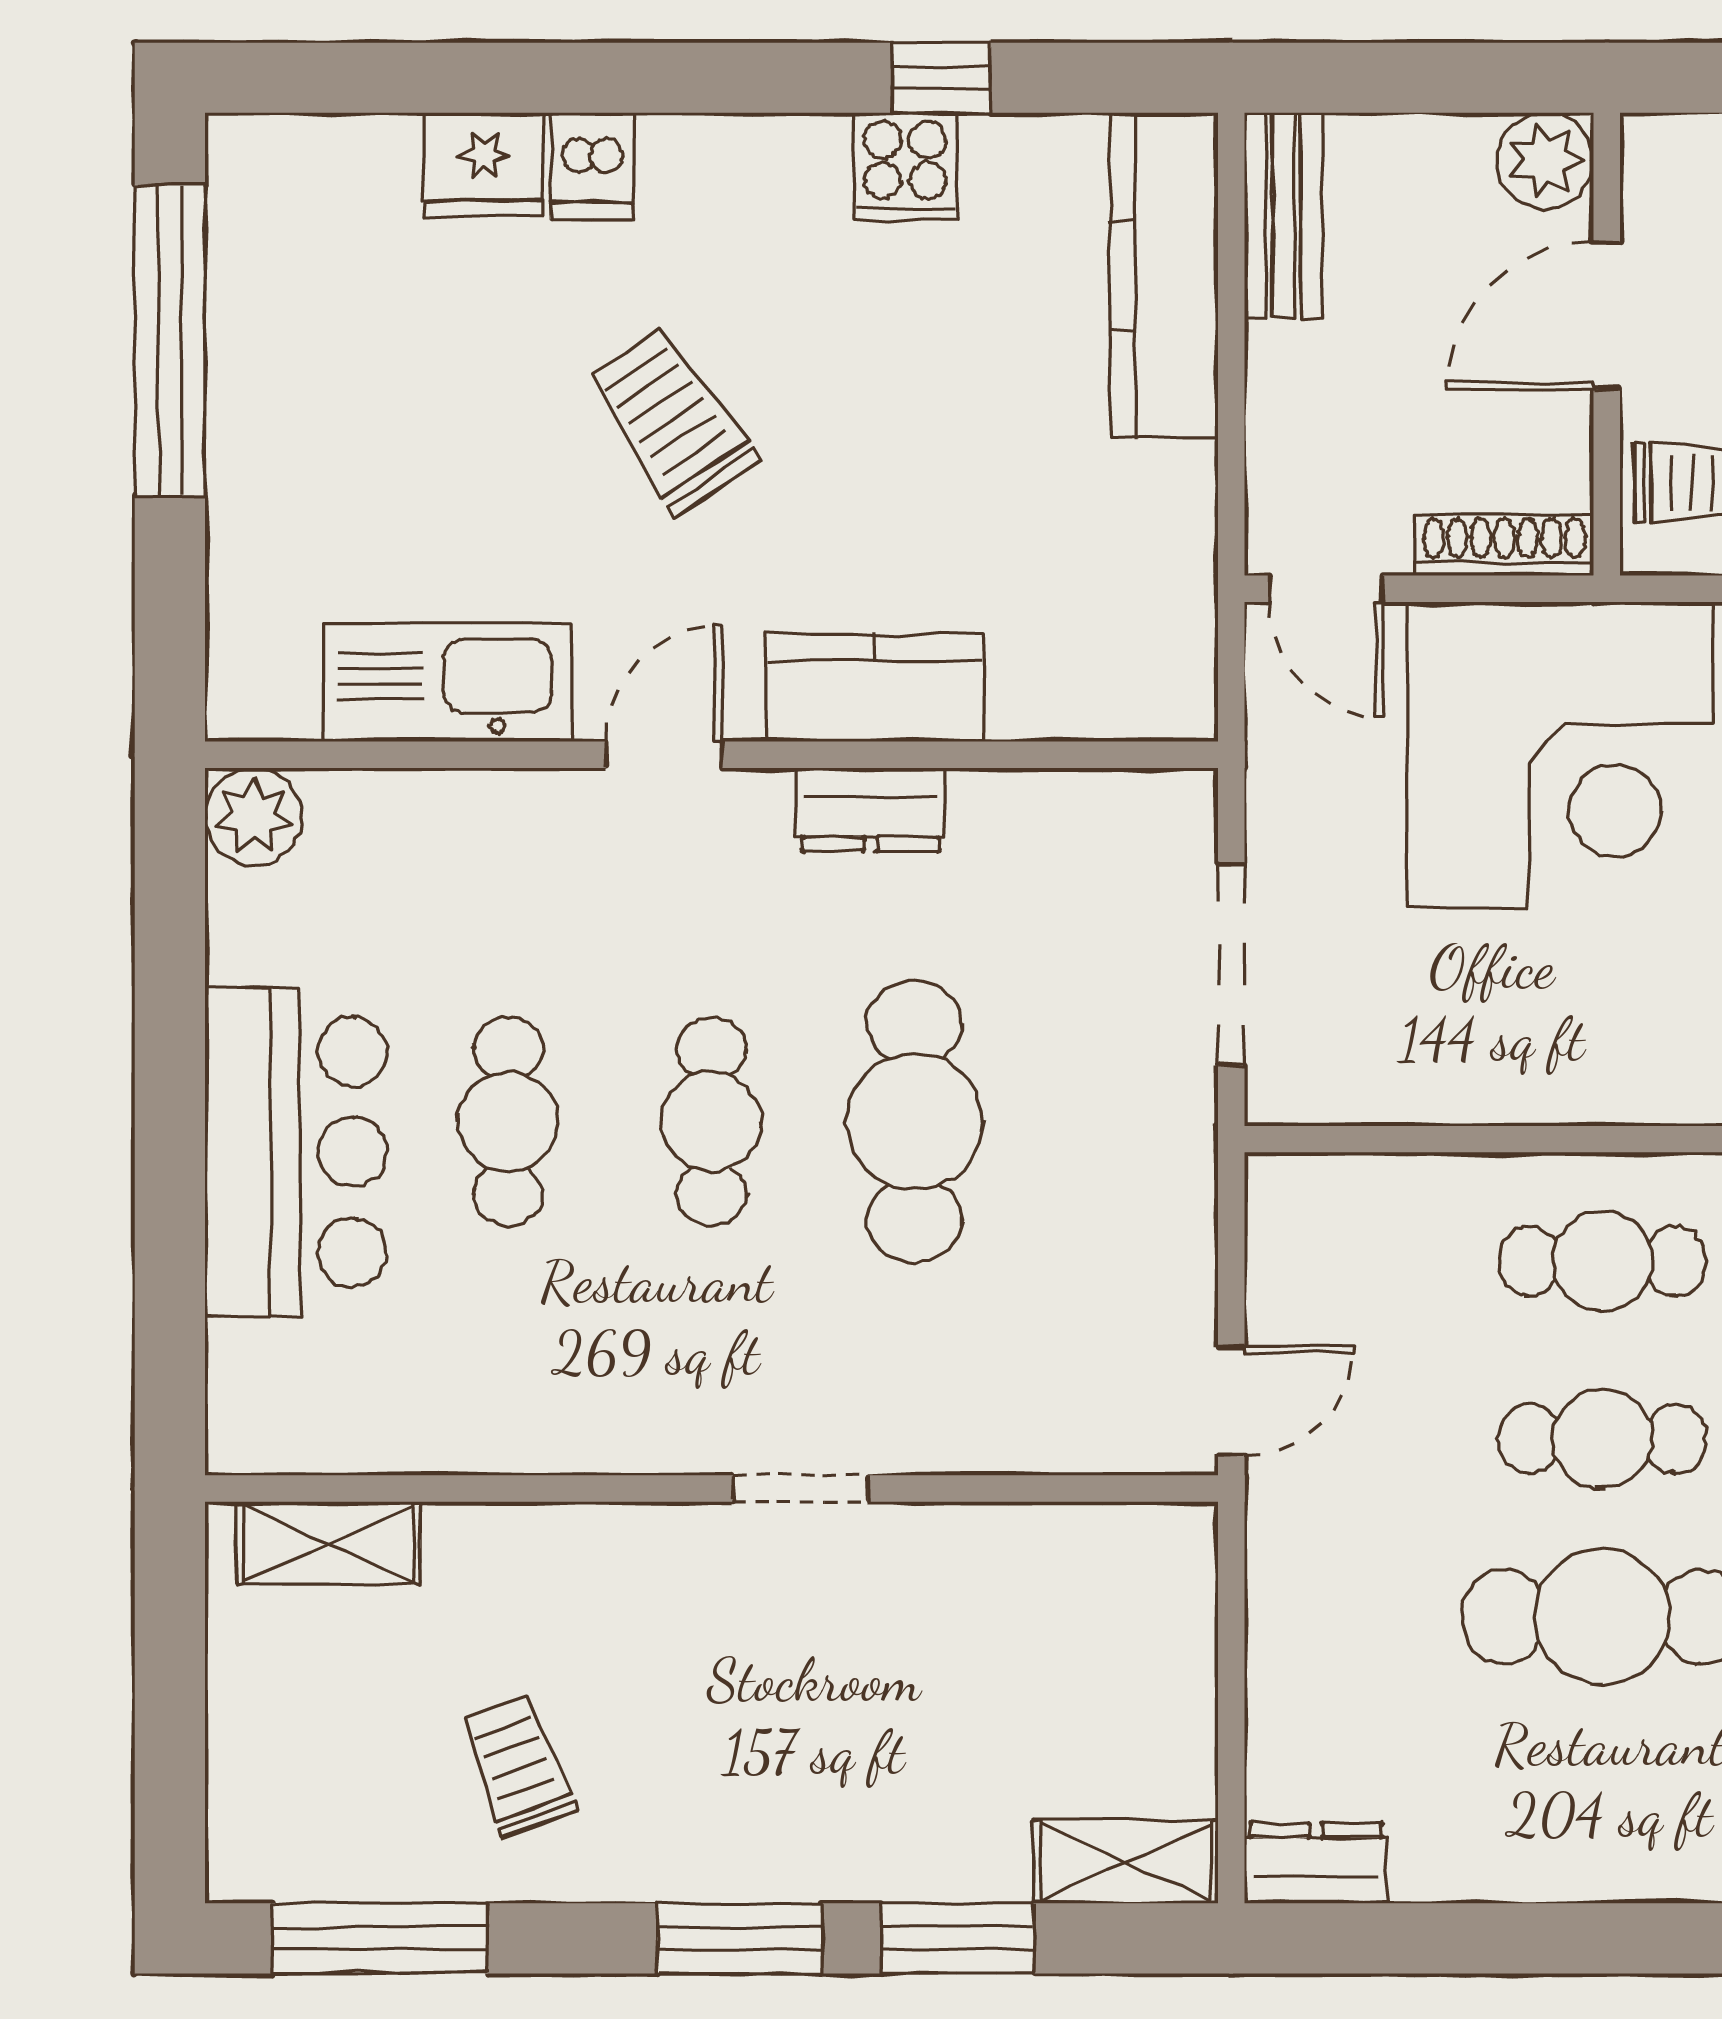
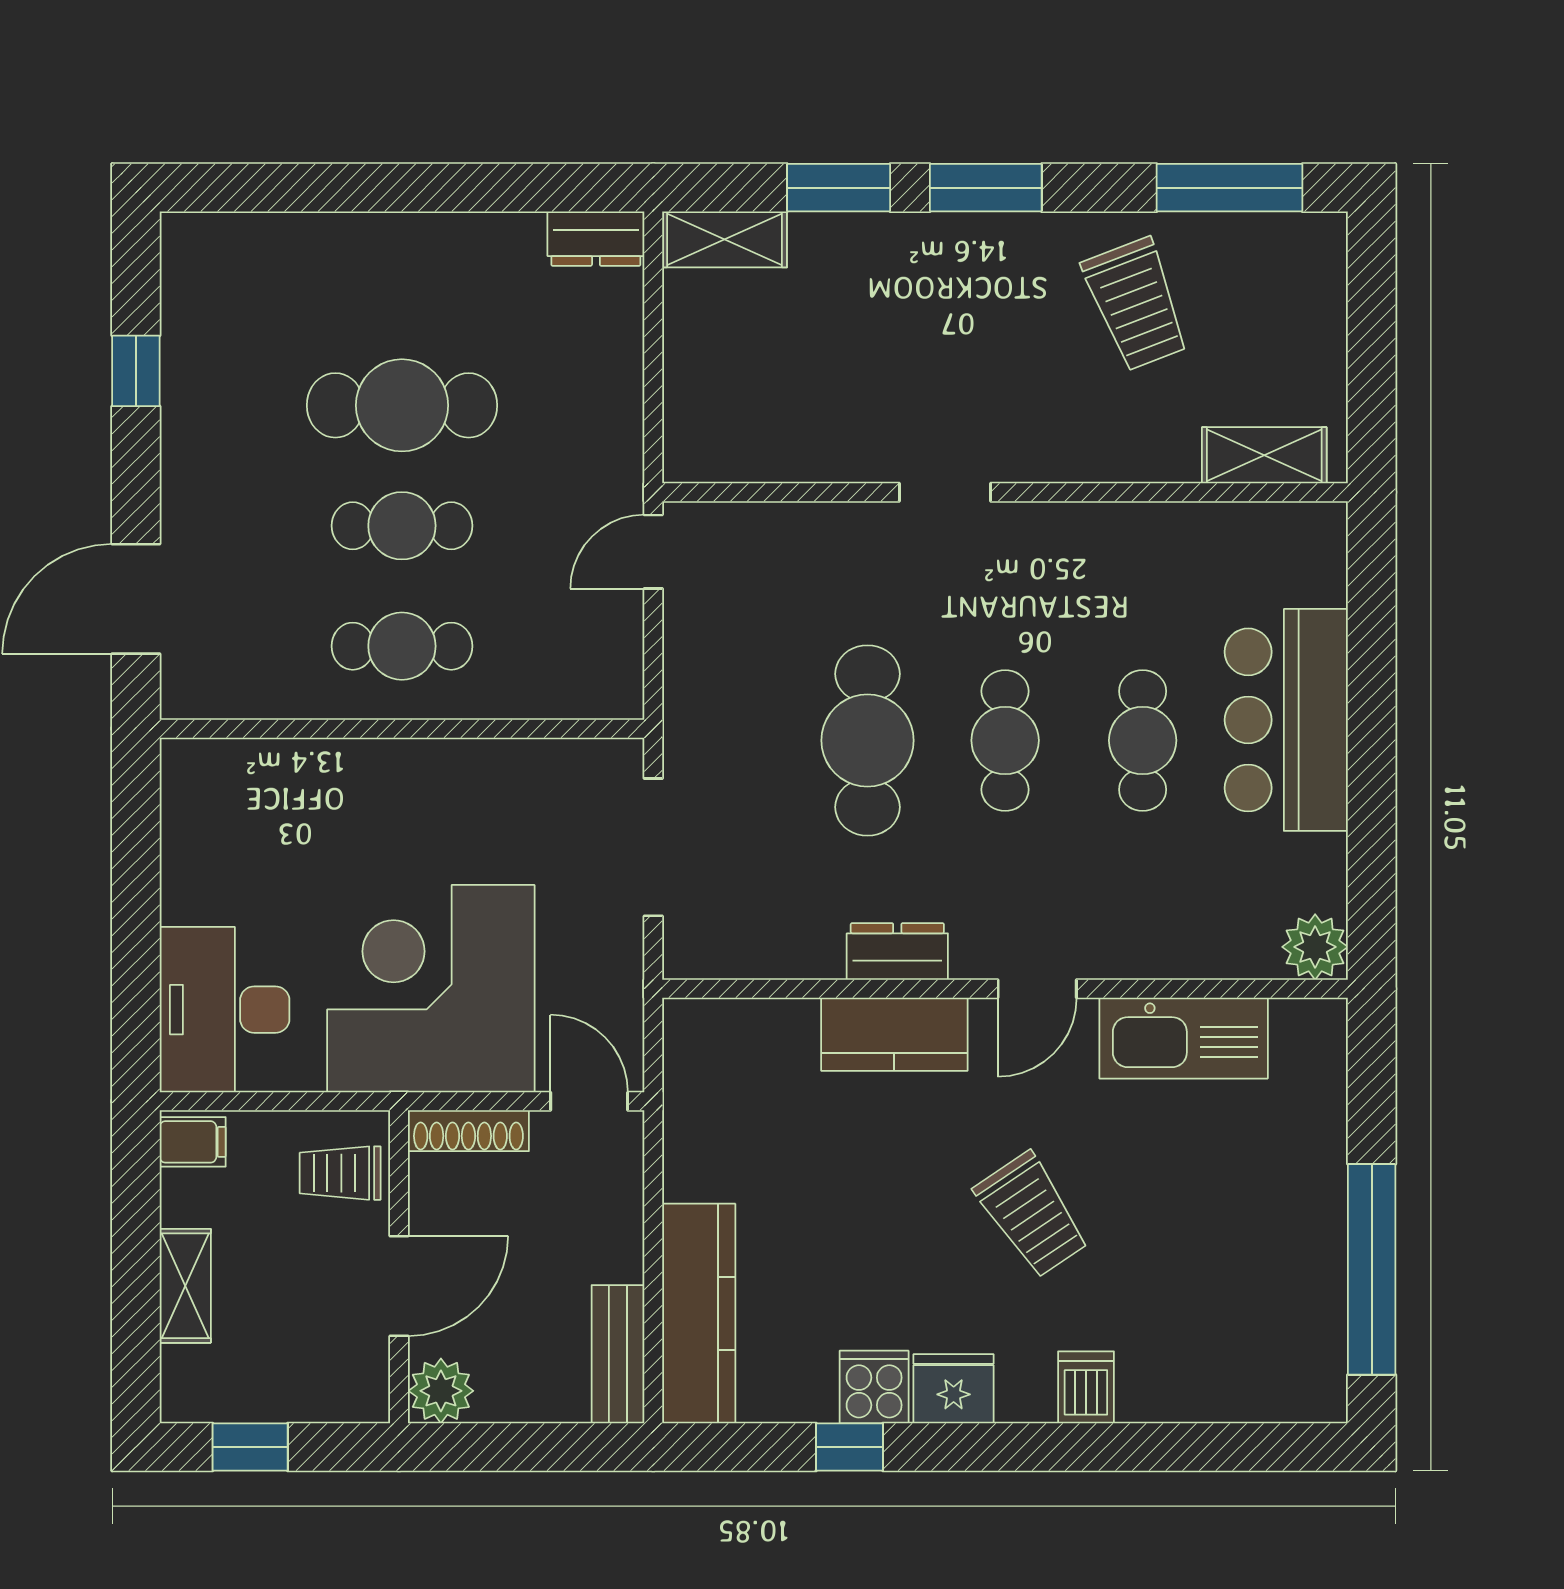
fridge: (484, 164) -> (954, 1389), moved
trolley: (518, 1766) -> (1136, 304), width x1.36, depth x1.39

